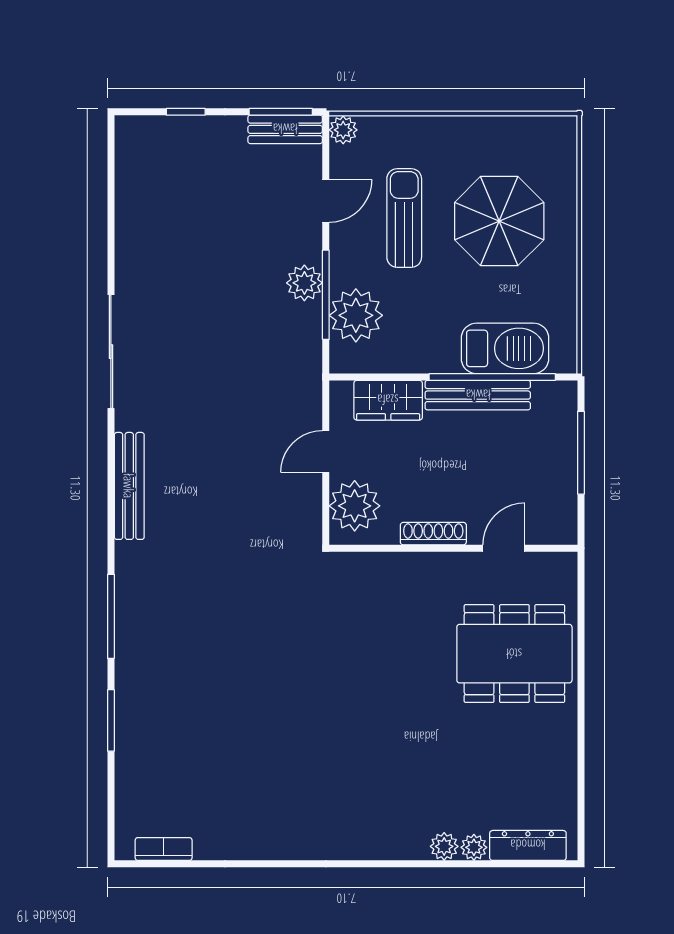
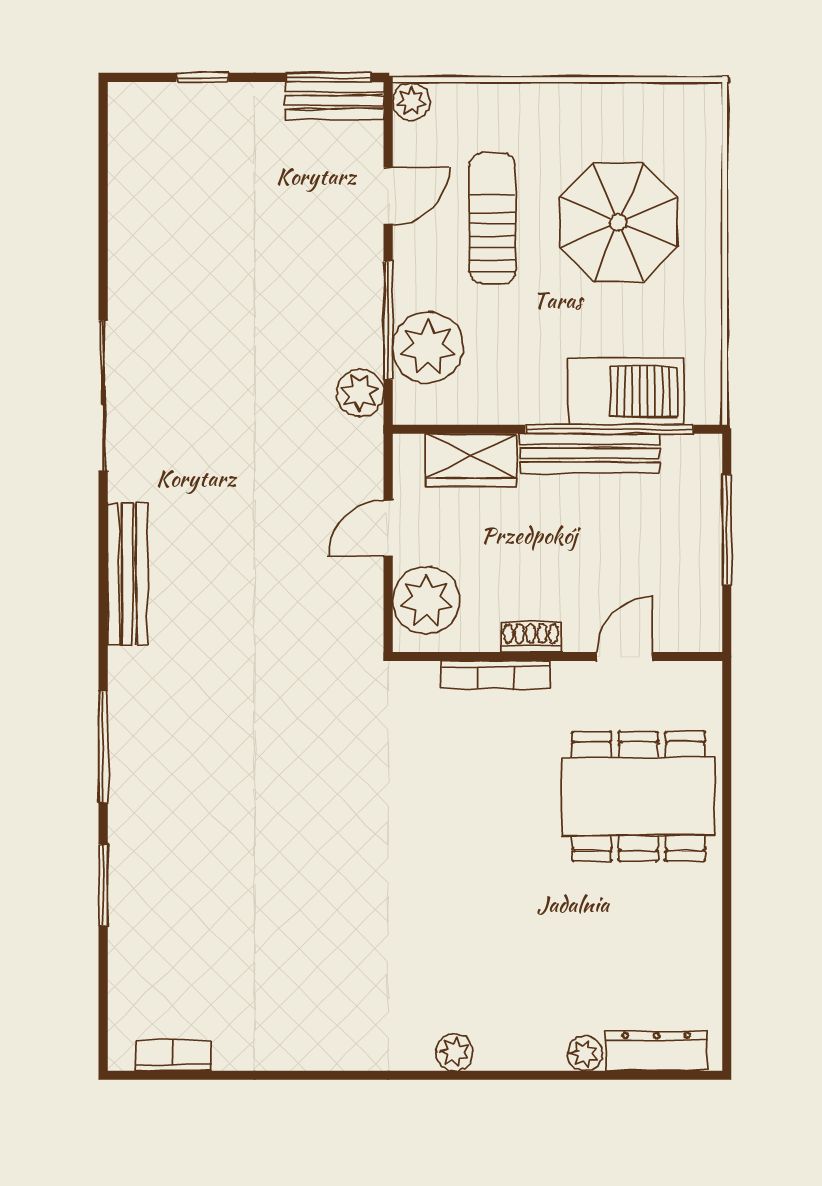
plant: (304, 283) -> (360, 393), moved
shoe rack: (433, 534) -> (531, 637), width x0.70
bookcase: (407, 562) -> (496, 675), added
plant: (444, 846) -> (455, 1052), moved

